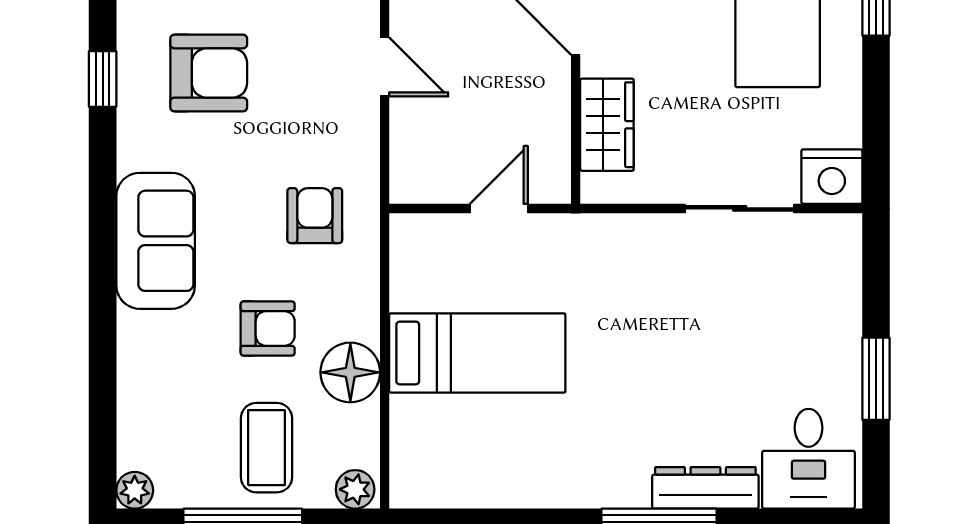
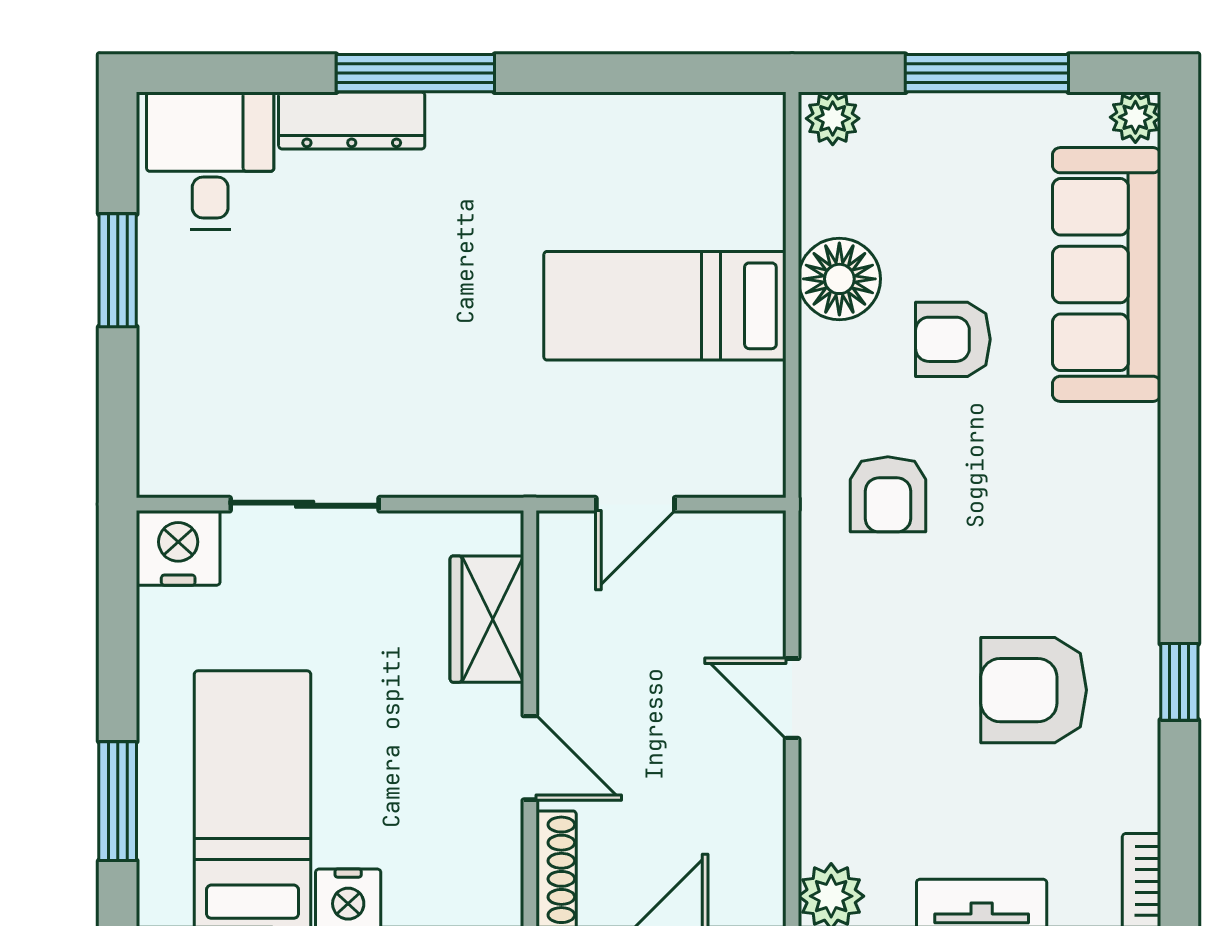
sofa: (156, 241) -> (1107, 275), moved, width x1.36
coffee table: (266, 448) -> (954, 176), removed

